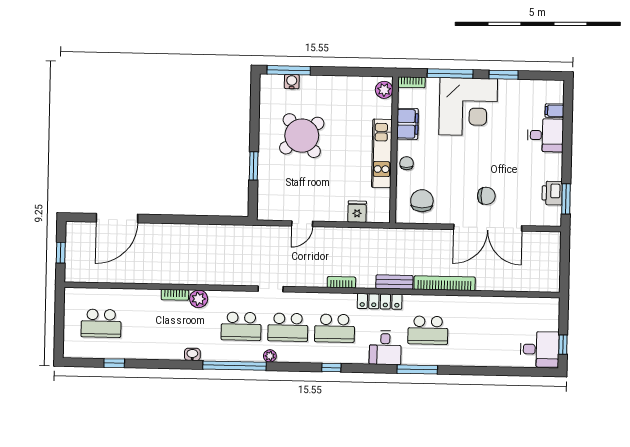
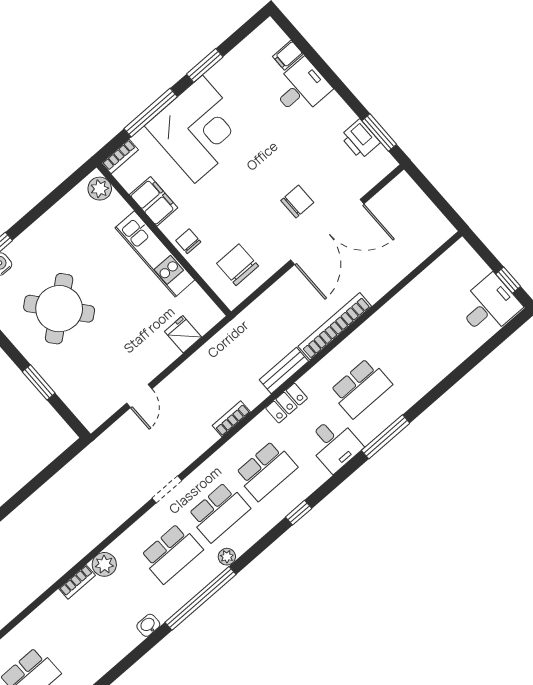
locker: (380, 301) -> (287, 403), width x0.66

